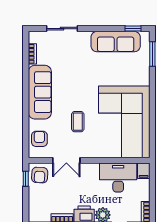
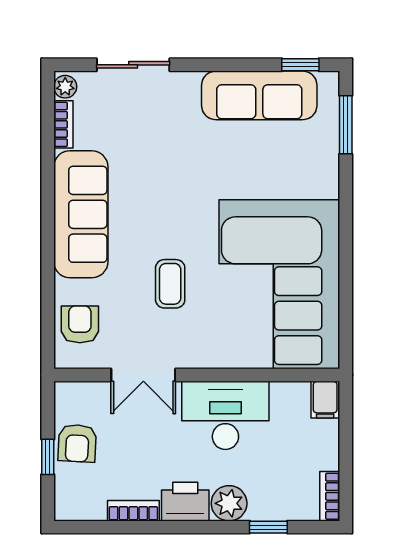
plant: (33, 38) -> (65, 87), added
armchair: (40, 175) -> (77, 443), moved
desk: (118, 178) -> (225, 415), moved
window: (26, 179) -> (48, 457), moved

